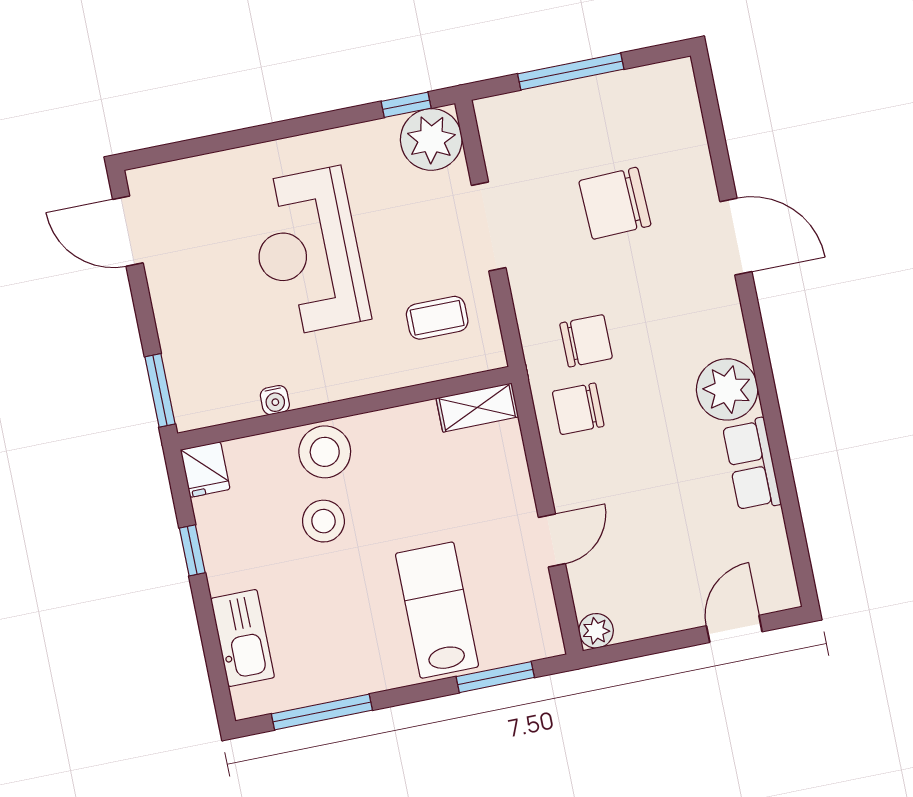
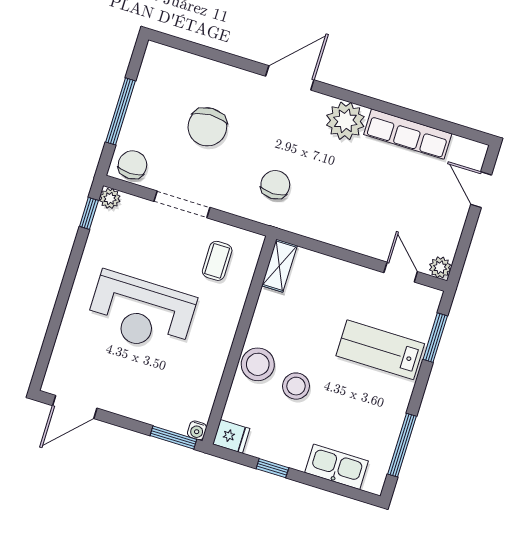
plant: (431, 139) -> (110, 198), width x0.53, depth x0.53
door: (736, 237) -> (290, 78), moved
water cooler: (275, 400) -> (197, 430), moved, turned 90
chair: (578, 409) -> (132, 165), moved, turned 180
row of seats: (752, 465) -> (408, 134), width x1.48
door: (552, 541) -> (401, 272), moved

